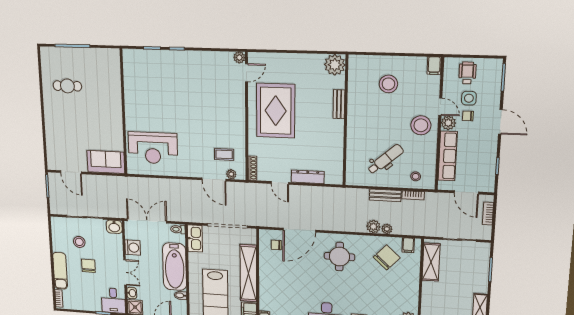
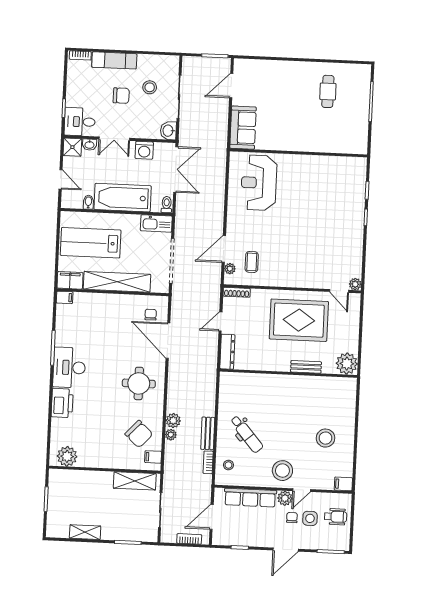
plant: (335, 65) -> (347, 364), moved
bench: (339, 104) -> (306, 367), moved
wall: (345, 121) -> (288, 373), moved

